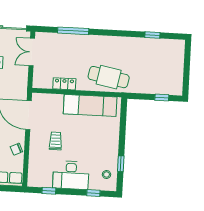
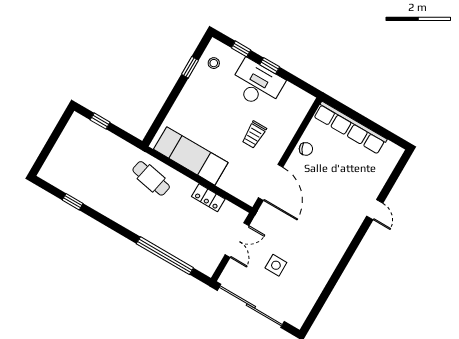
window: (73, 31) -> (165, 256), width x1.46
double door: (32, 52) -> (237, 240), moved
cafe table: (109, 77) -> (151, 178), width x0.73, depth x0.74
window: (49, 191) -> (270, 66), moved

